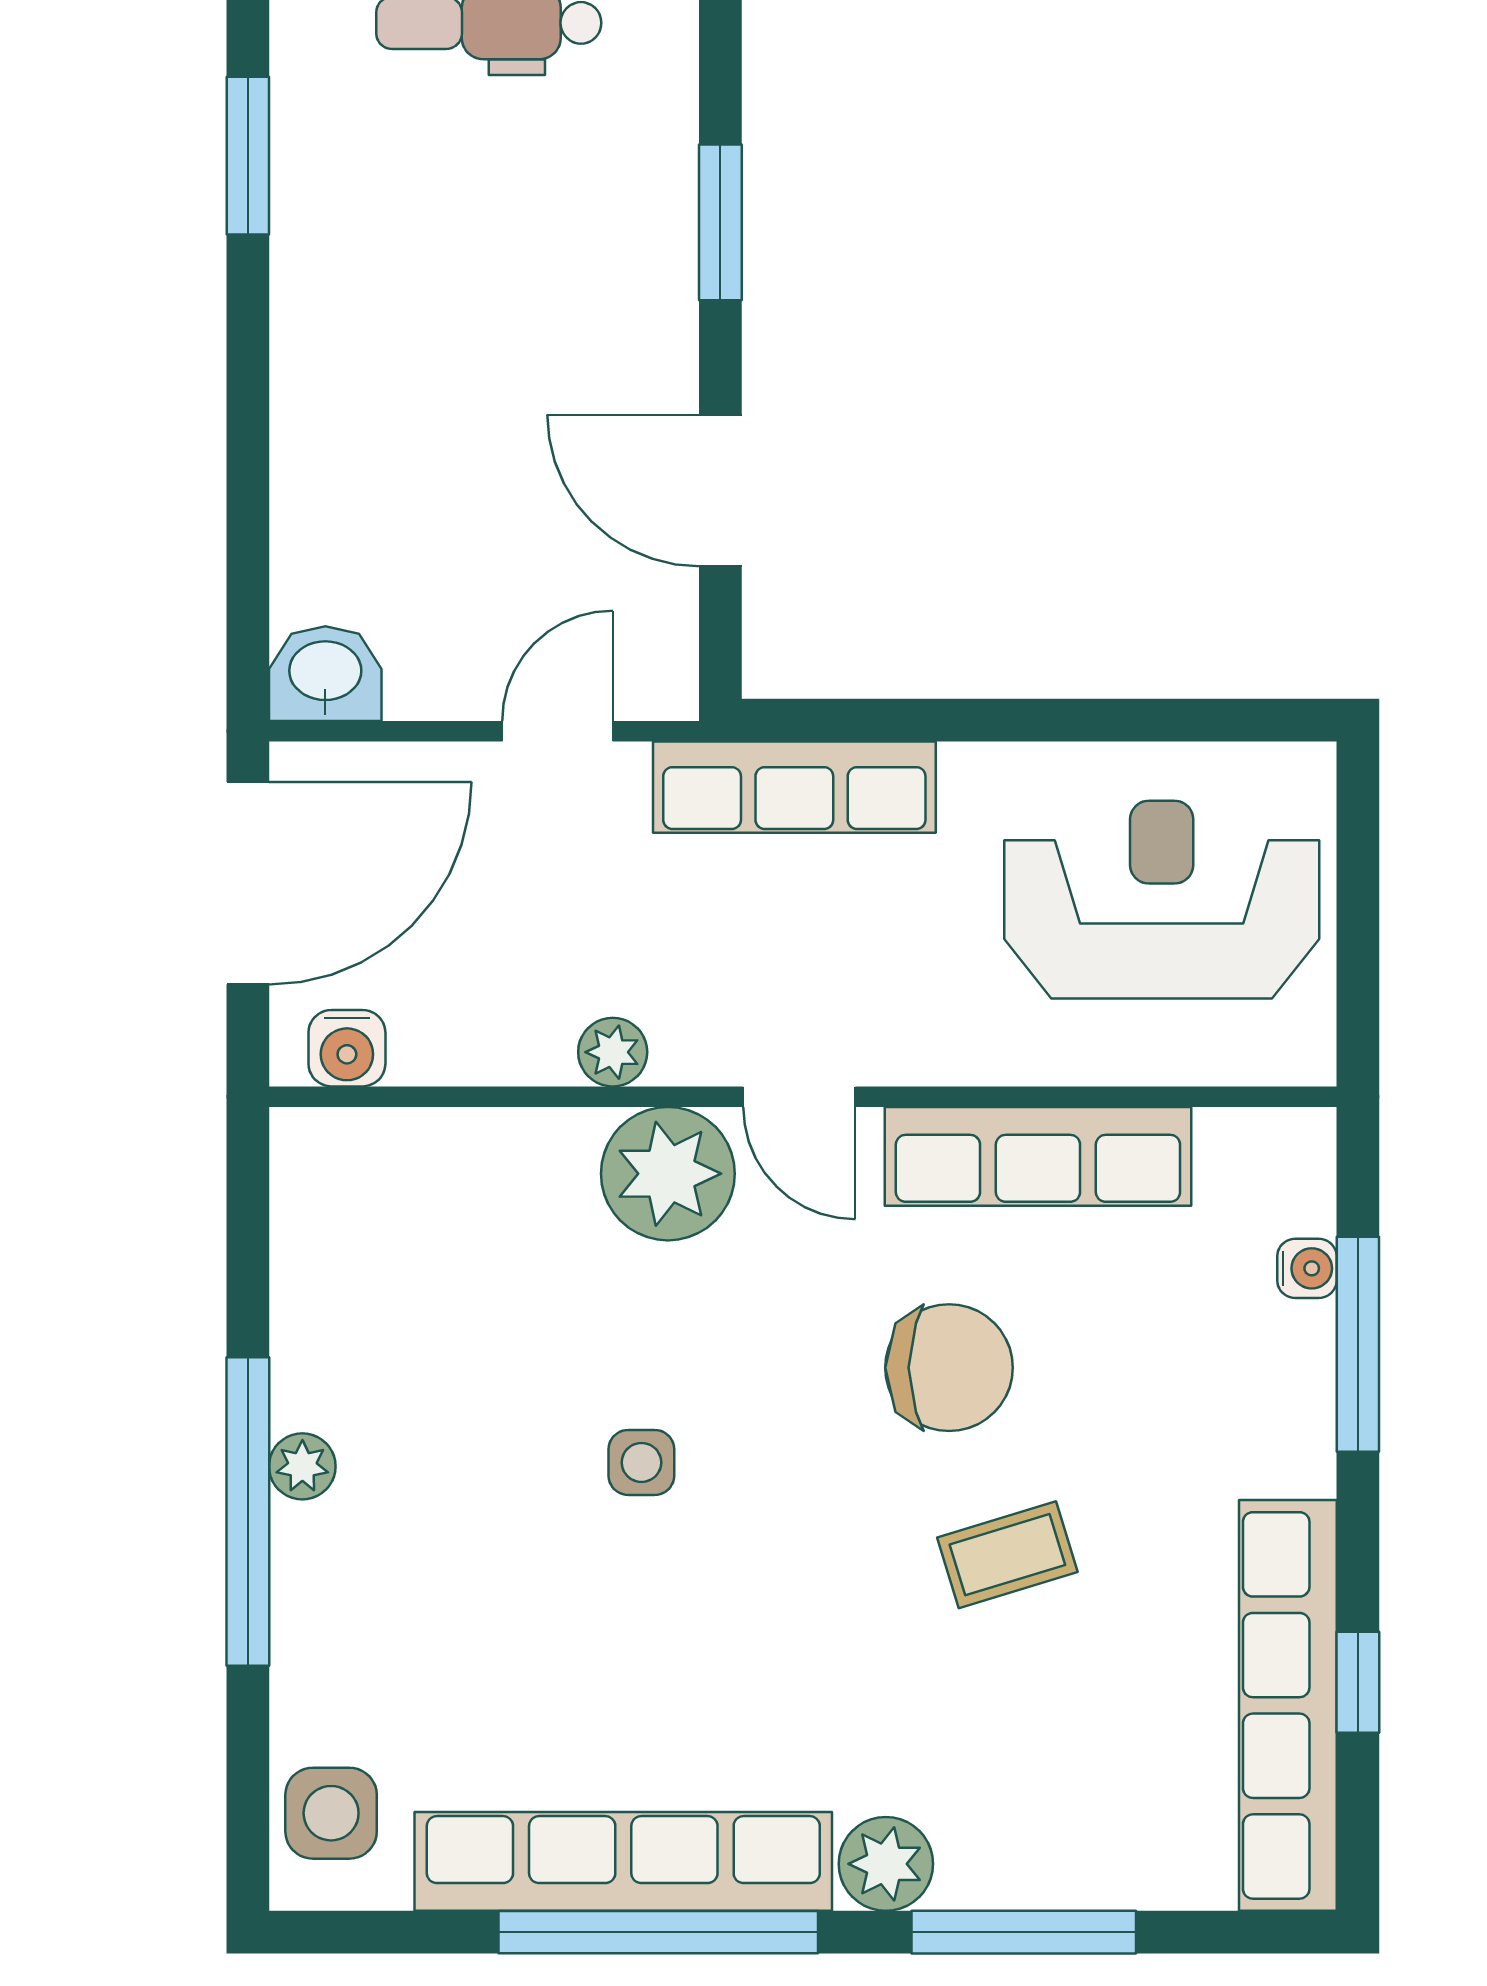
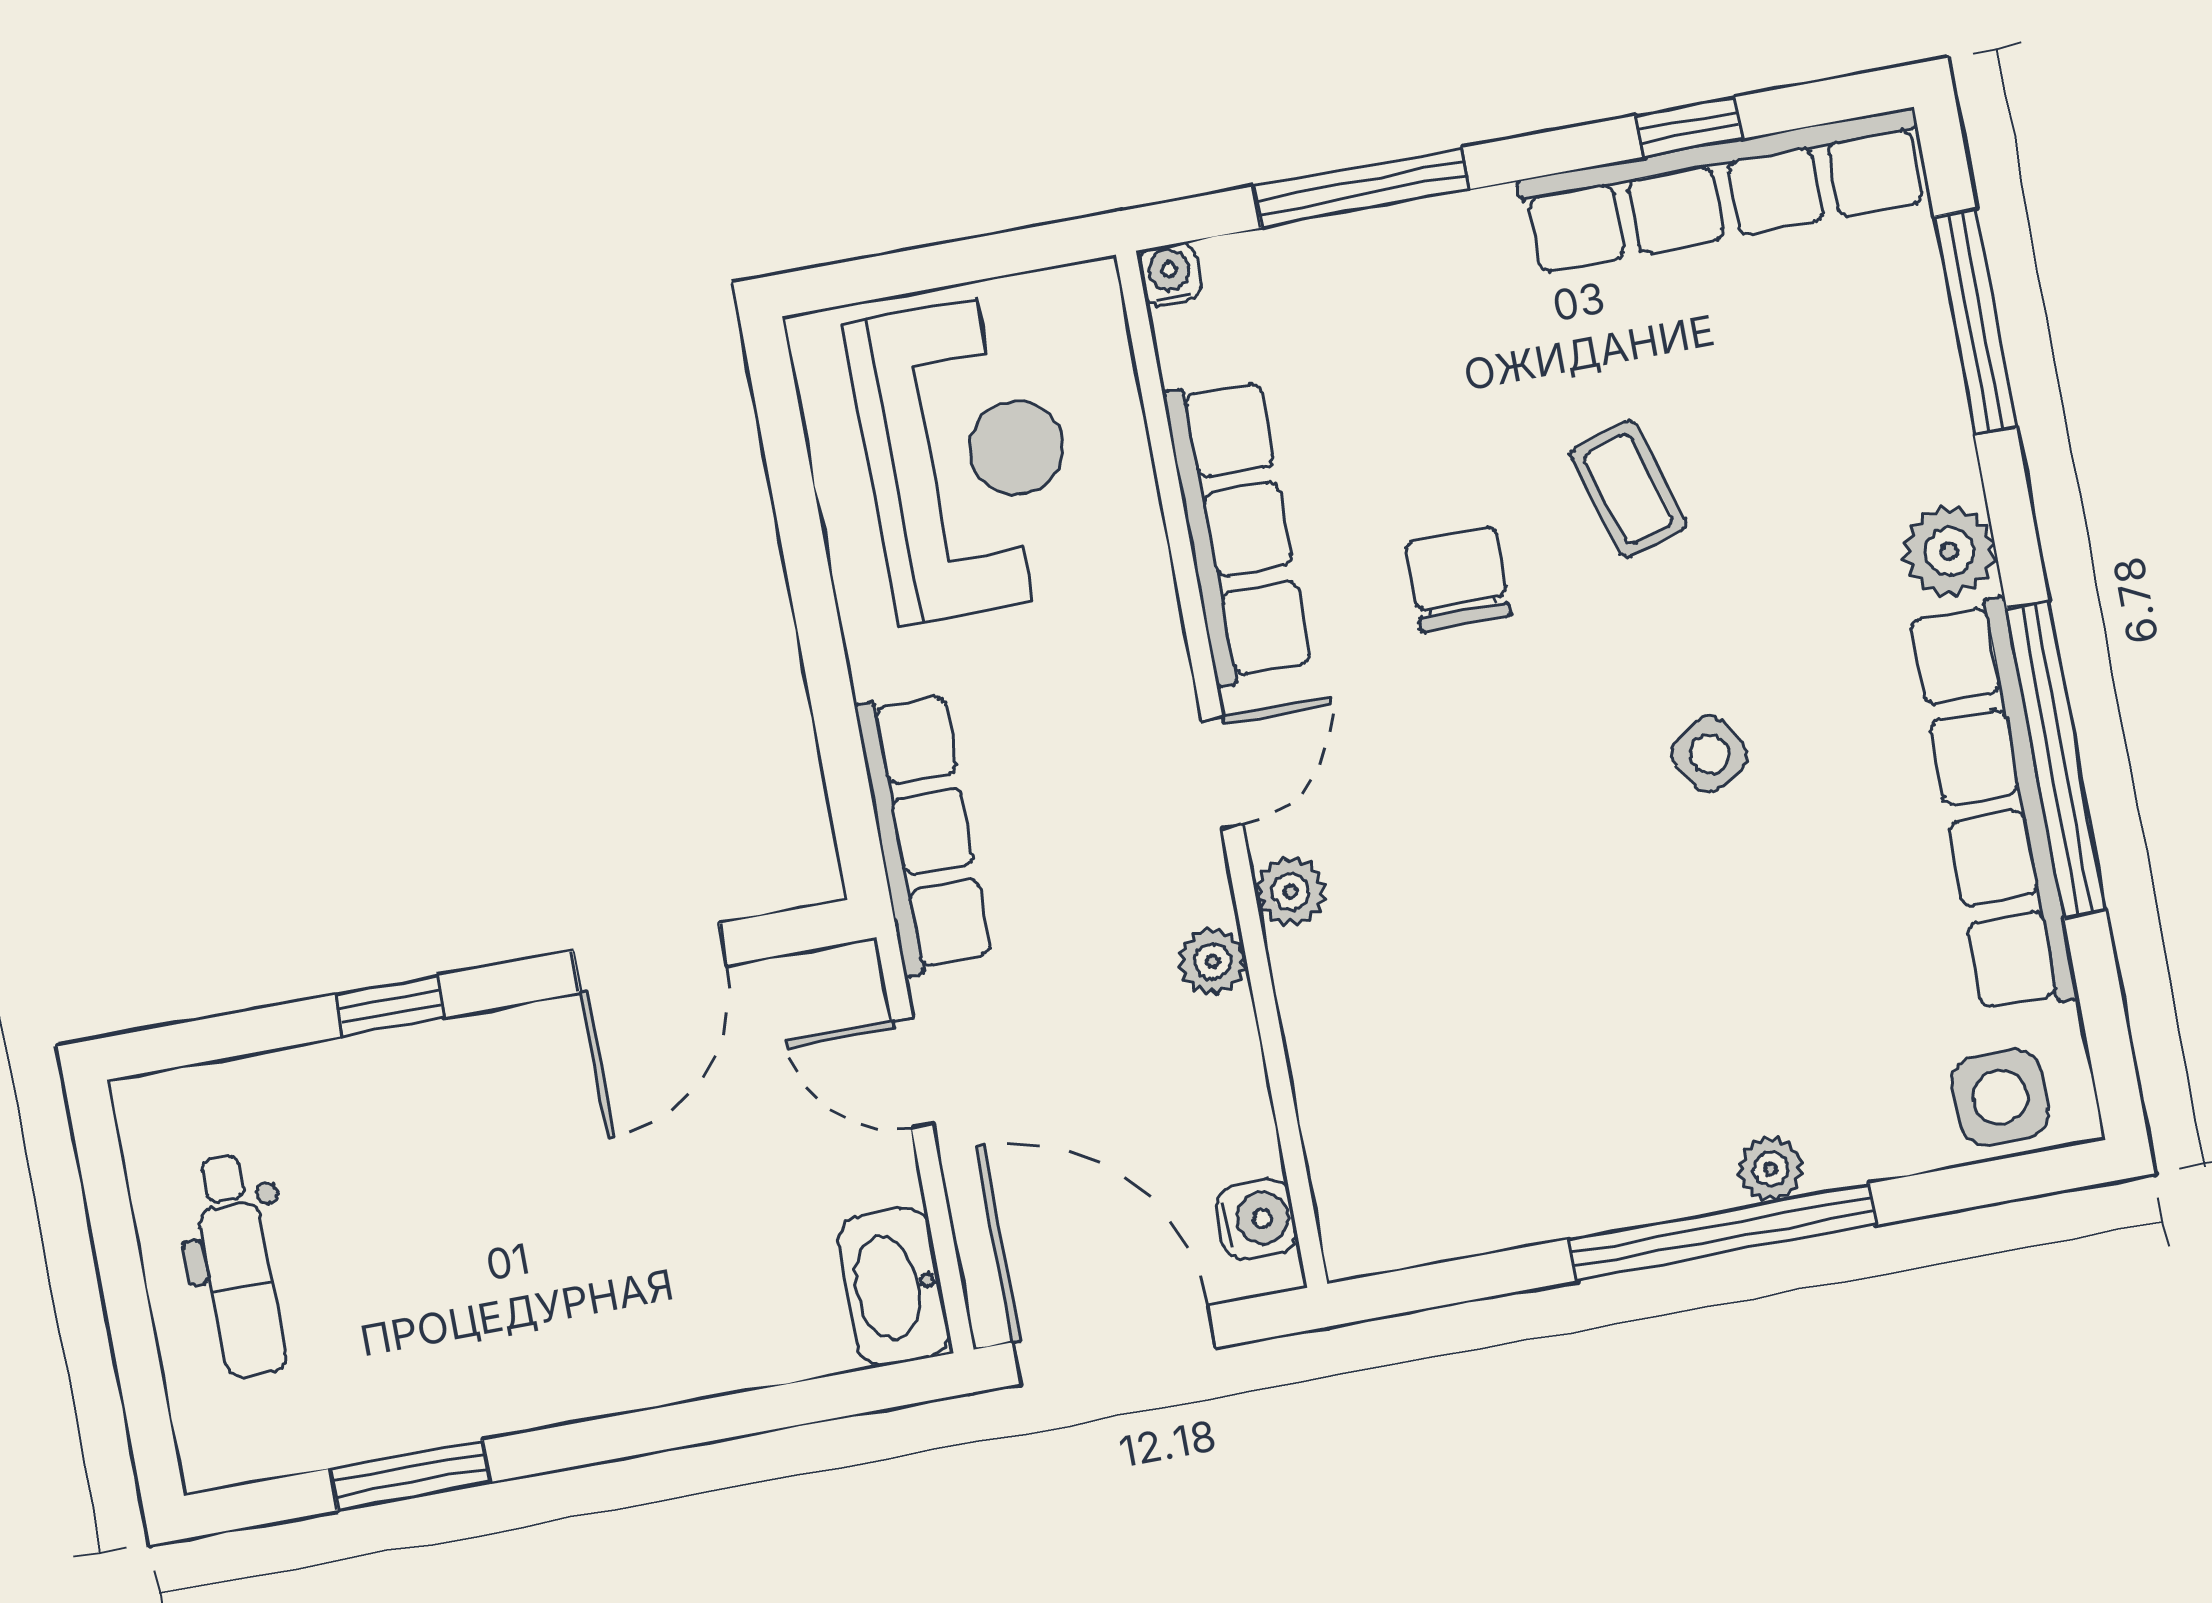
window: (720, 222) -> (390, 1006), width x0.67
washbasin: (325, 674) -> (894, 1287), width x1.38
reception desk: (1162, 900) -> (966, 457), turned 180
plant: (668, 1174) -> (1290, 892), width x0.53, depth x0.53
water cooler: (1307, 1268) -> (1170, 274), moved
chair: (949, 1368) -> (1458, 579), width x0.73, depth x0.73
side table: (641, 1462) -> (1709, 754), moved, turned -32
plant: (302, 1466) -> (1771, 1169), moved
window: (1024, 1932) -> (1975, 321), moved

